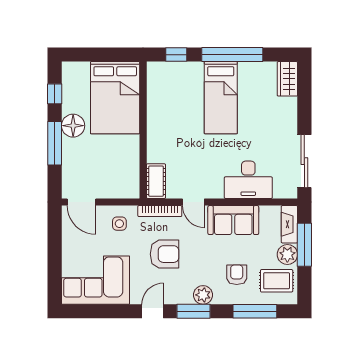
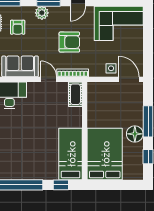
bed: (221, 98) -> (71, 154), moved
side table: (119, 224) -> (111, 68), moved
armchair: (164, 254) -> (69, 42), turned 180

